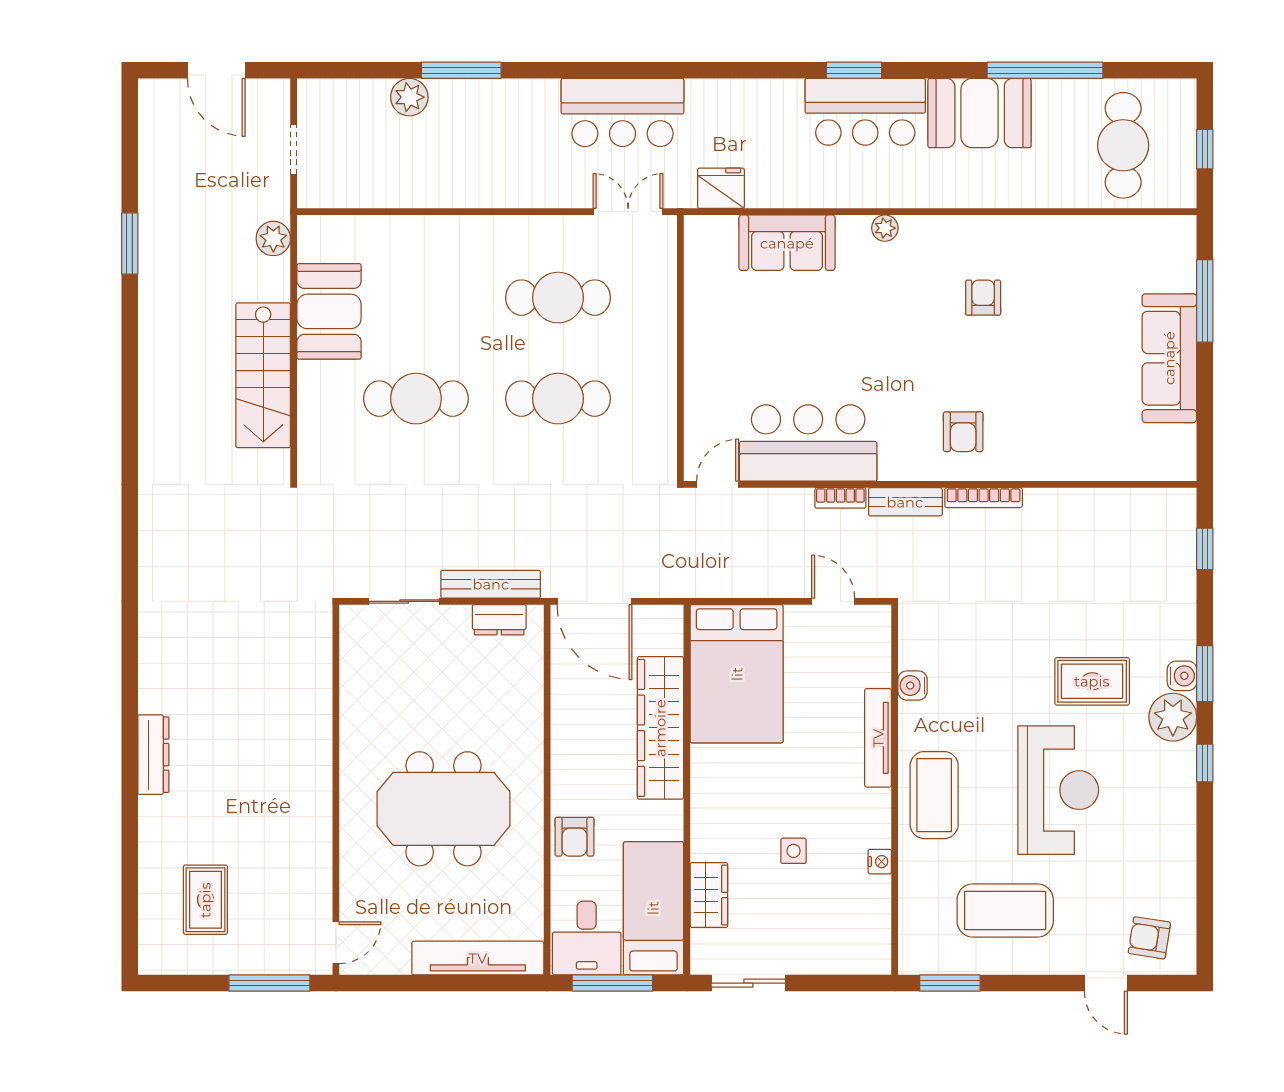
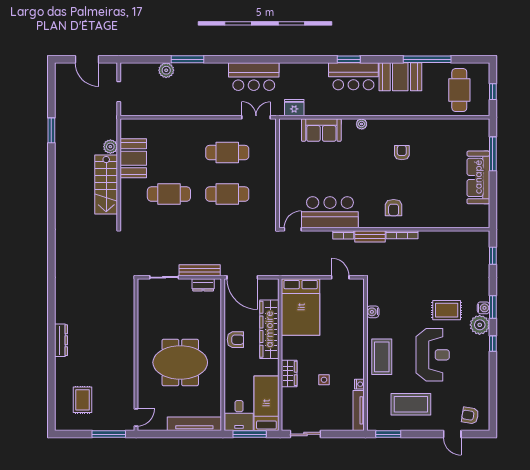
plant: (273, 238) -> (110, 147), moved
tv unit: (878, 738) -> (359, 410), moved
armchair: (574, 837) -> (235, 340), moved, turned -90
wardrobe: (709, 895) -> (289, 373), moved

